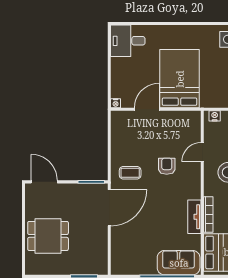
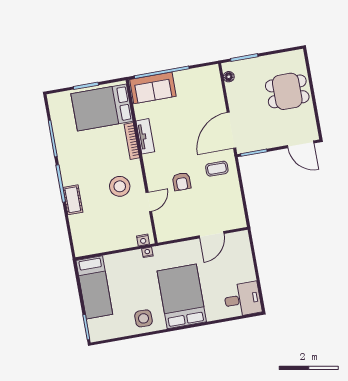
bed: (180, 79) -> (182, 296), moved, turned 180
nightstand: (116, 103) -> (147, 252), moved
floor lamp: (103, 260) -> (229, 77), added

